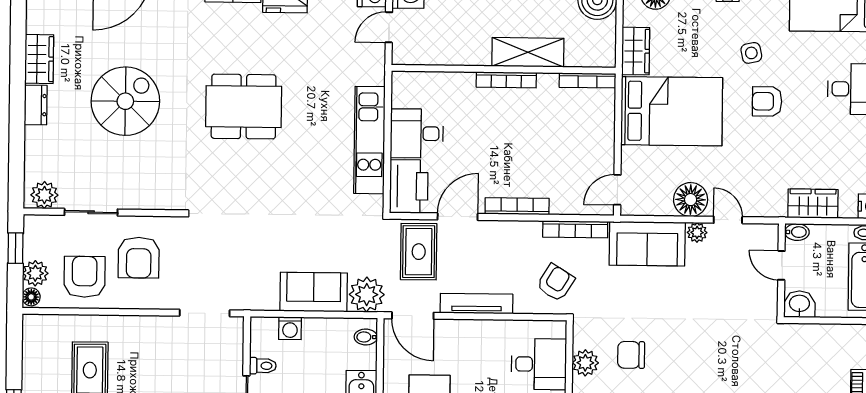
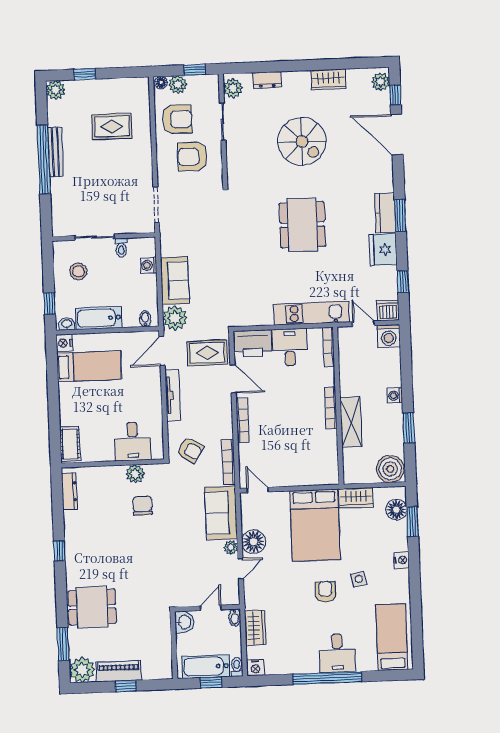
bookcase: (588, 80) -> (329, 347), moved
dresser: (36, 105) -> (267, 80), moved
kitchen unit: (369, 140) -> (311, 313), moved

